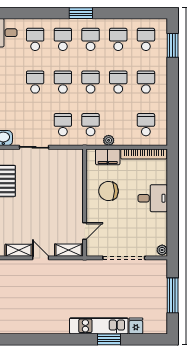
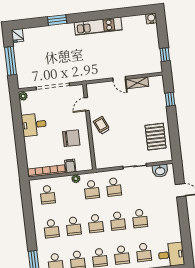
filing cabinet: (108, 157) -> (70, 166), width x0.50
desk: (153, 198) -> (34, 125), moved
trolley: (69, 203) -> (102, 125), added
shelving: (69, 250) -> (98, 87), removed
kitchen unit: (99, 326) -> (98, 26), moved
fridge: (136, 326) -> (17, 35), moved

